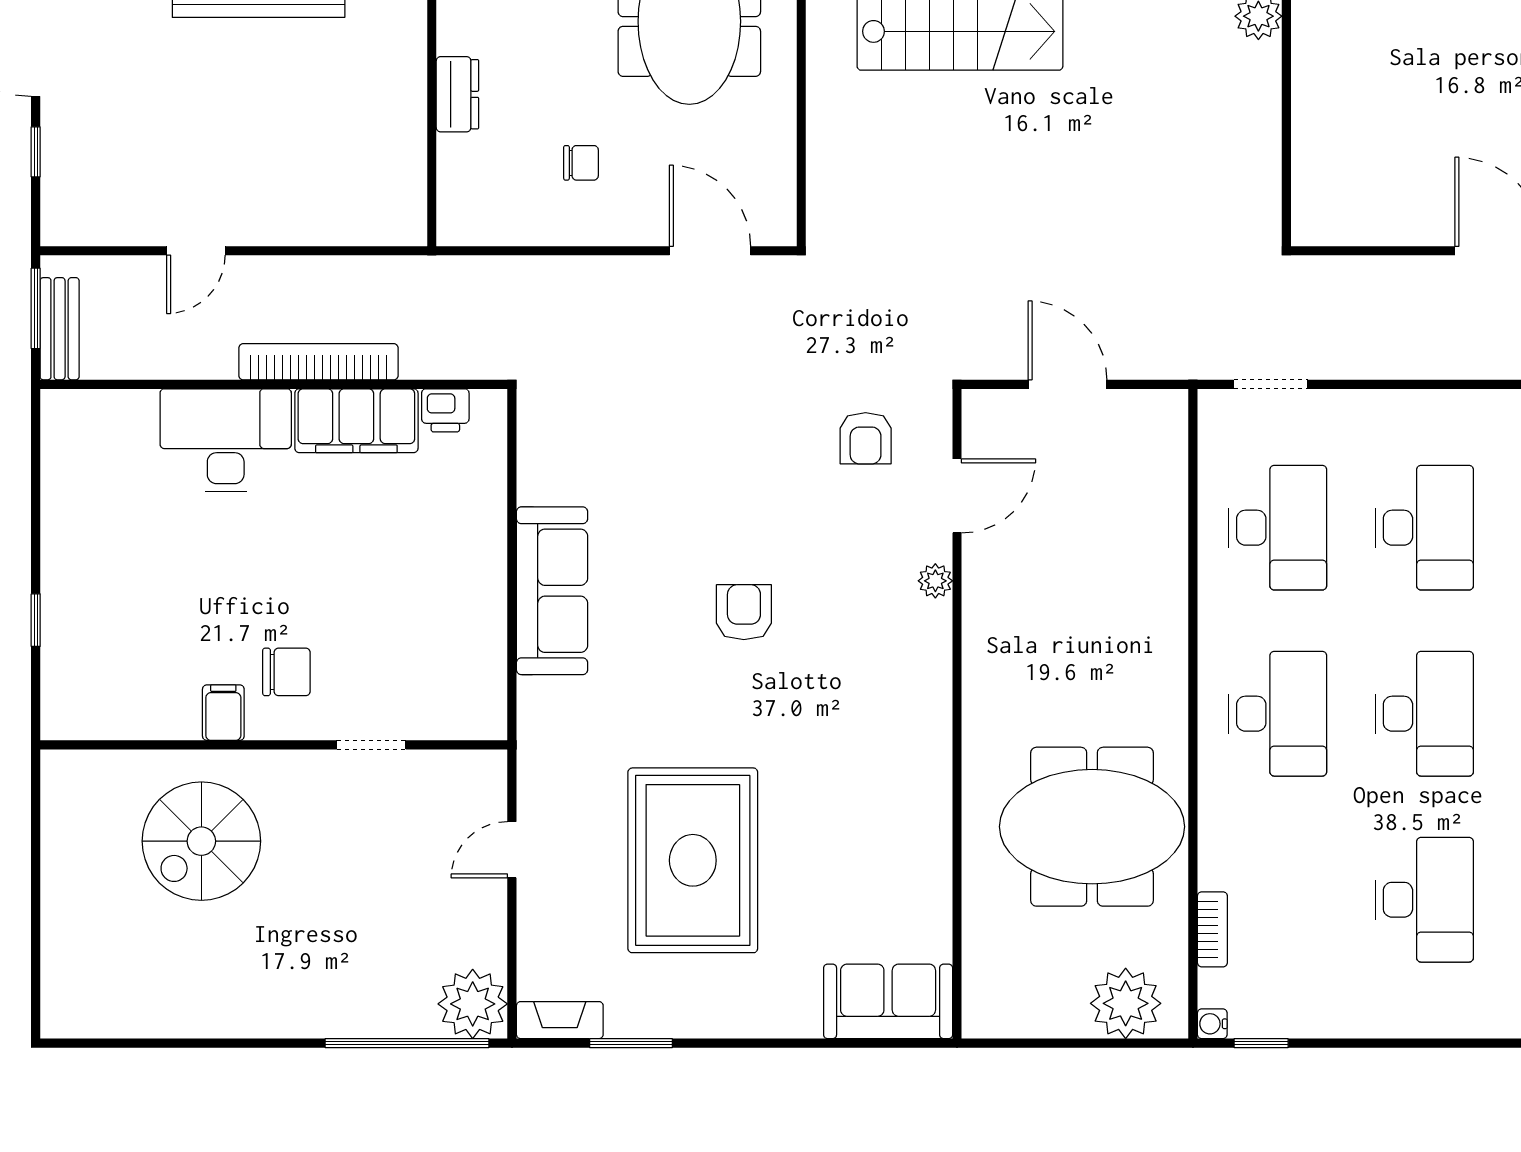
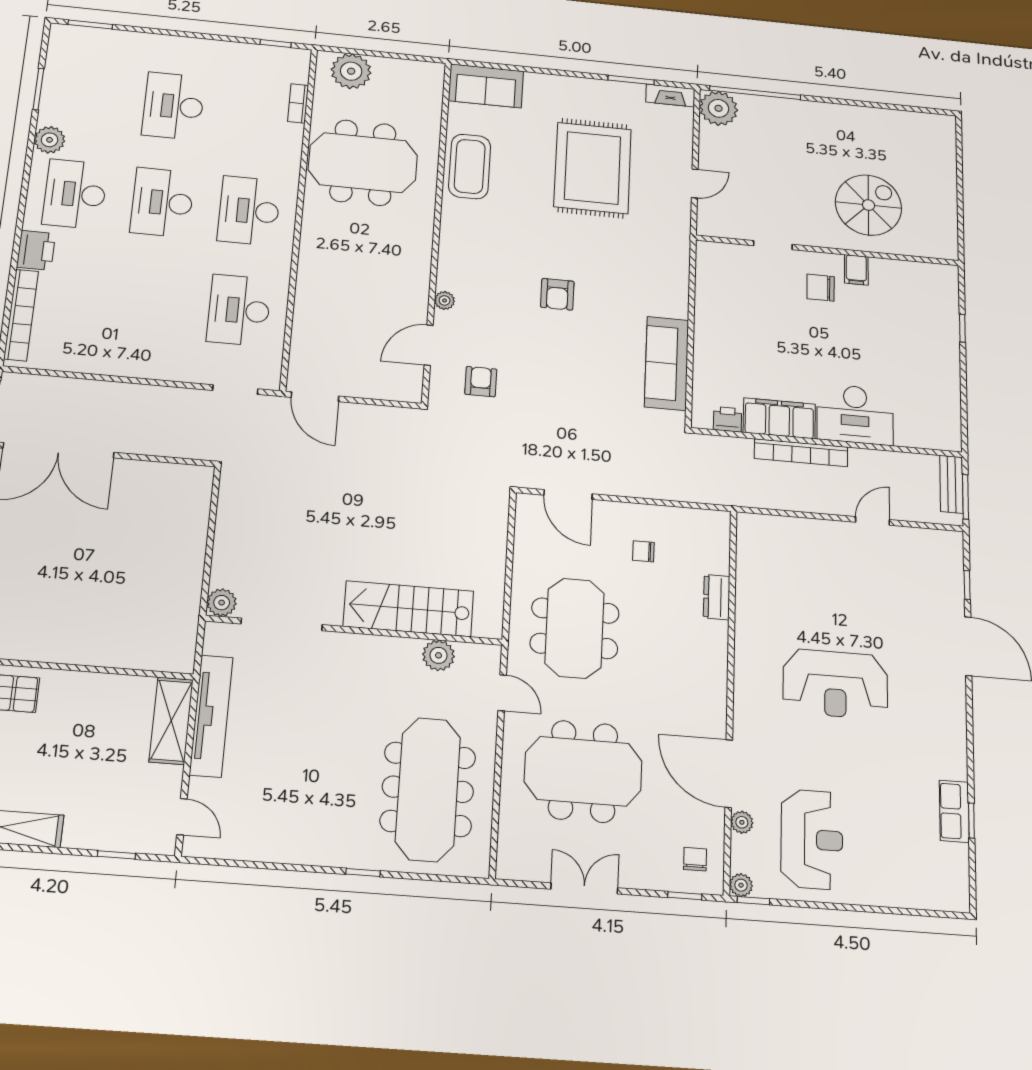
door: (1068, 384) -> (315, 397), moved
desk: (1424, 528) -> (151, 302), removed
sofa: (552, 591) -> (667, 363), moved
coffee table: (908, 840) -> (470, 166), added
water cooler: (1212, 1024) -> (303, 56), removed

